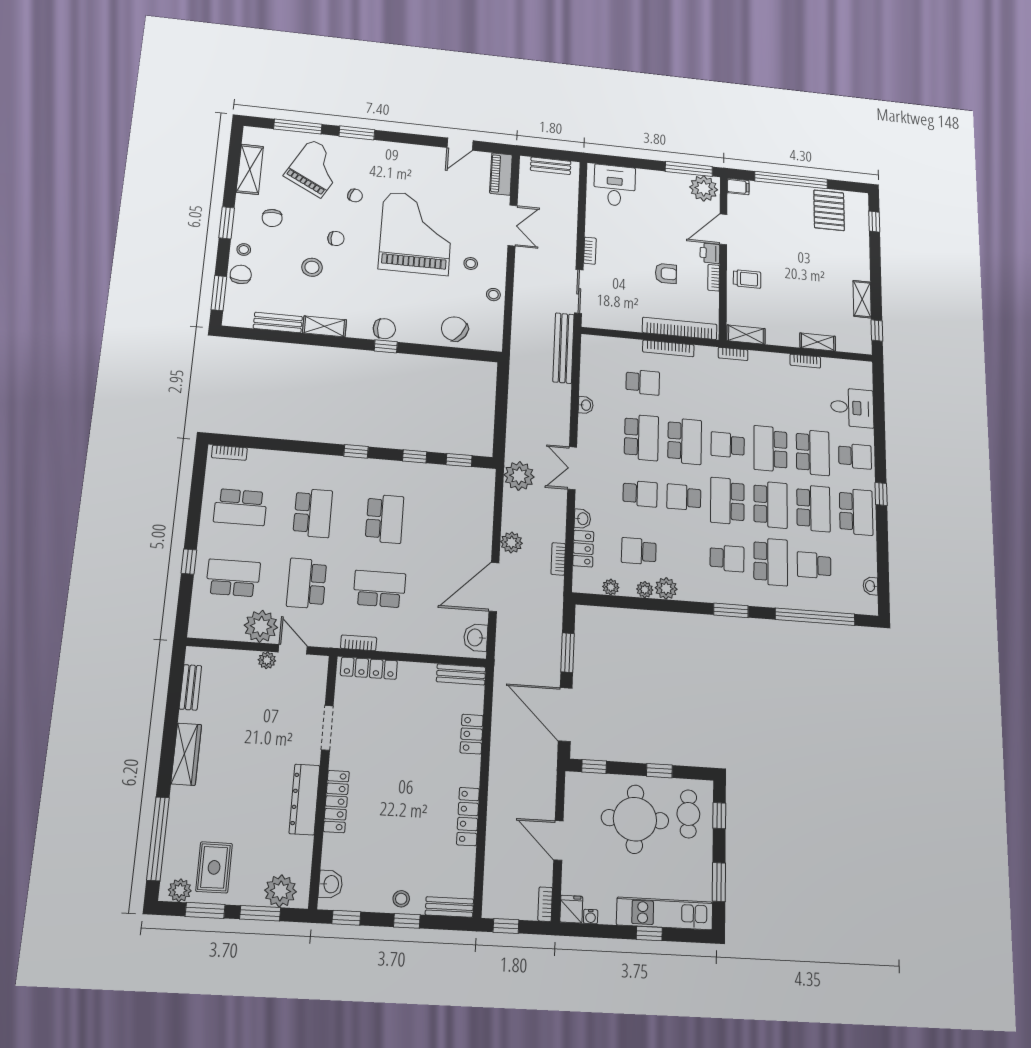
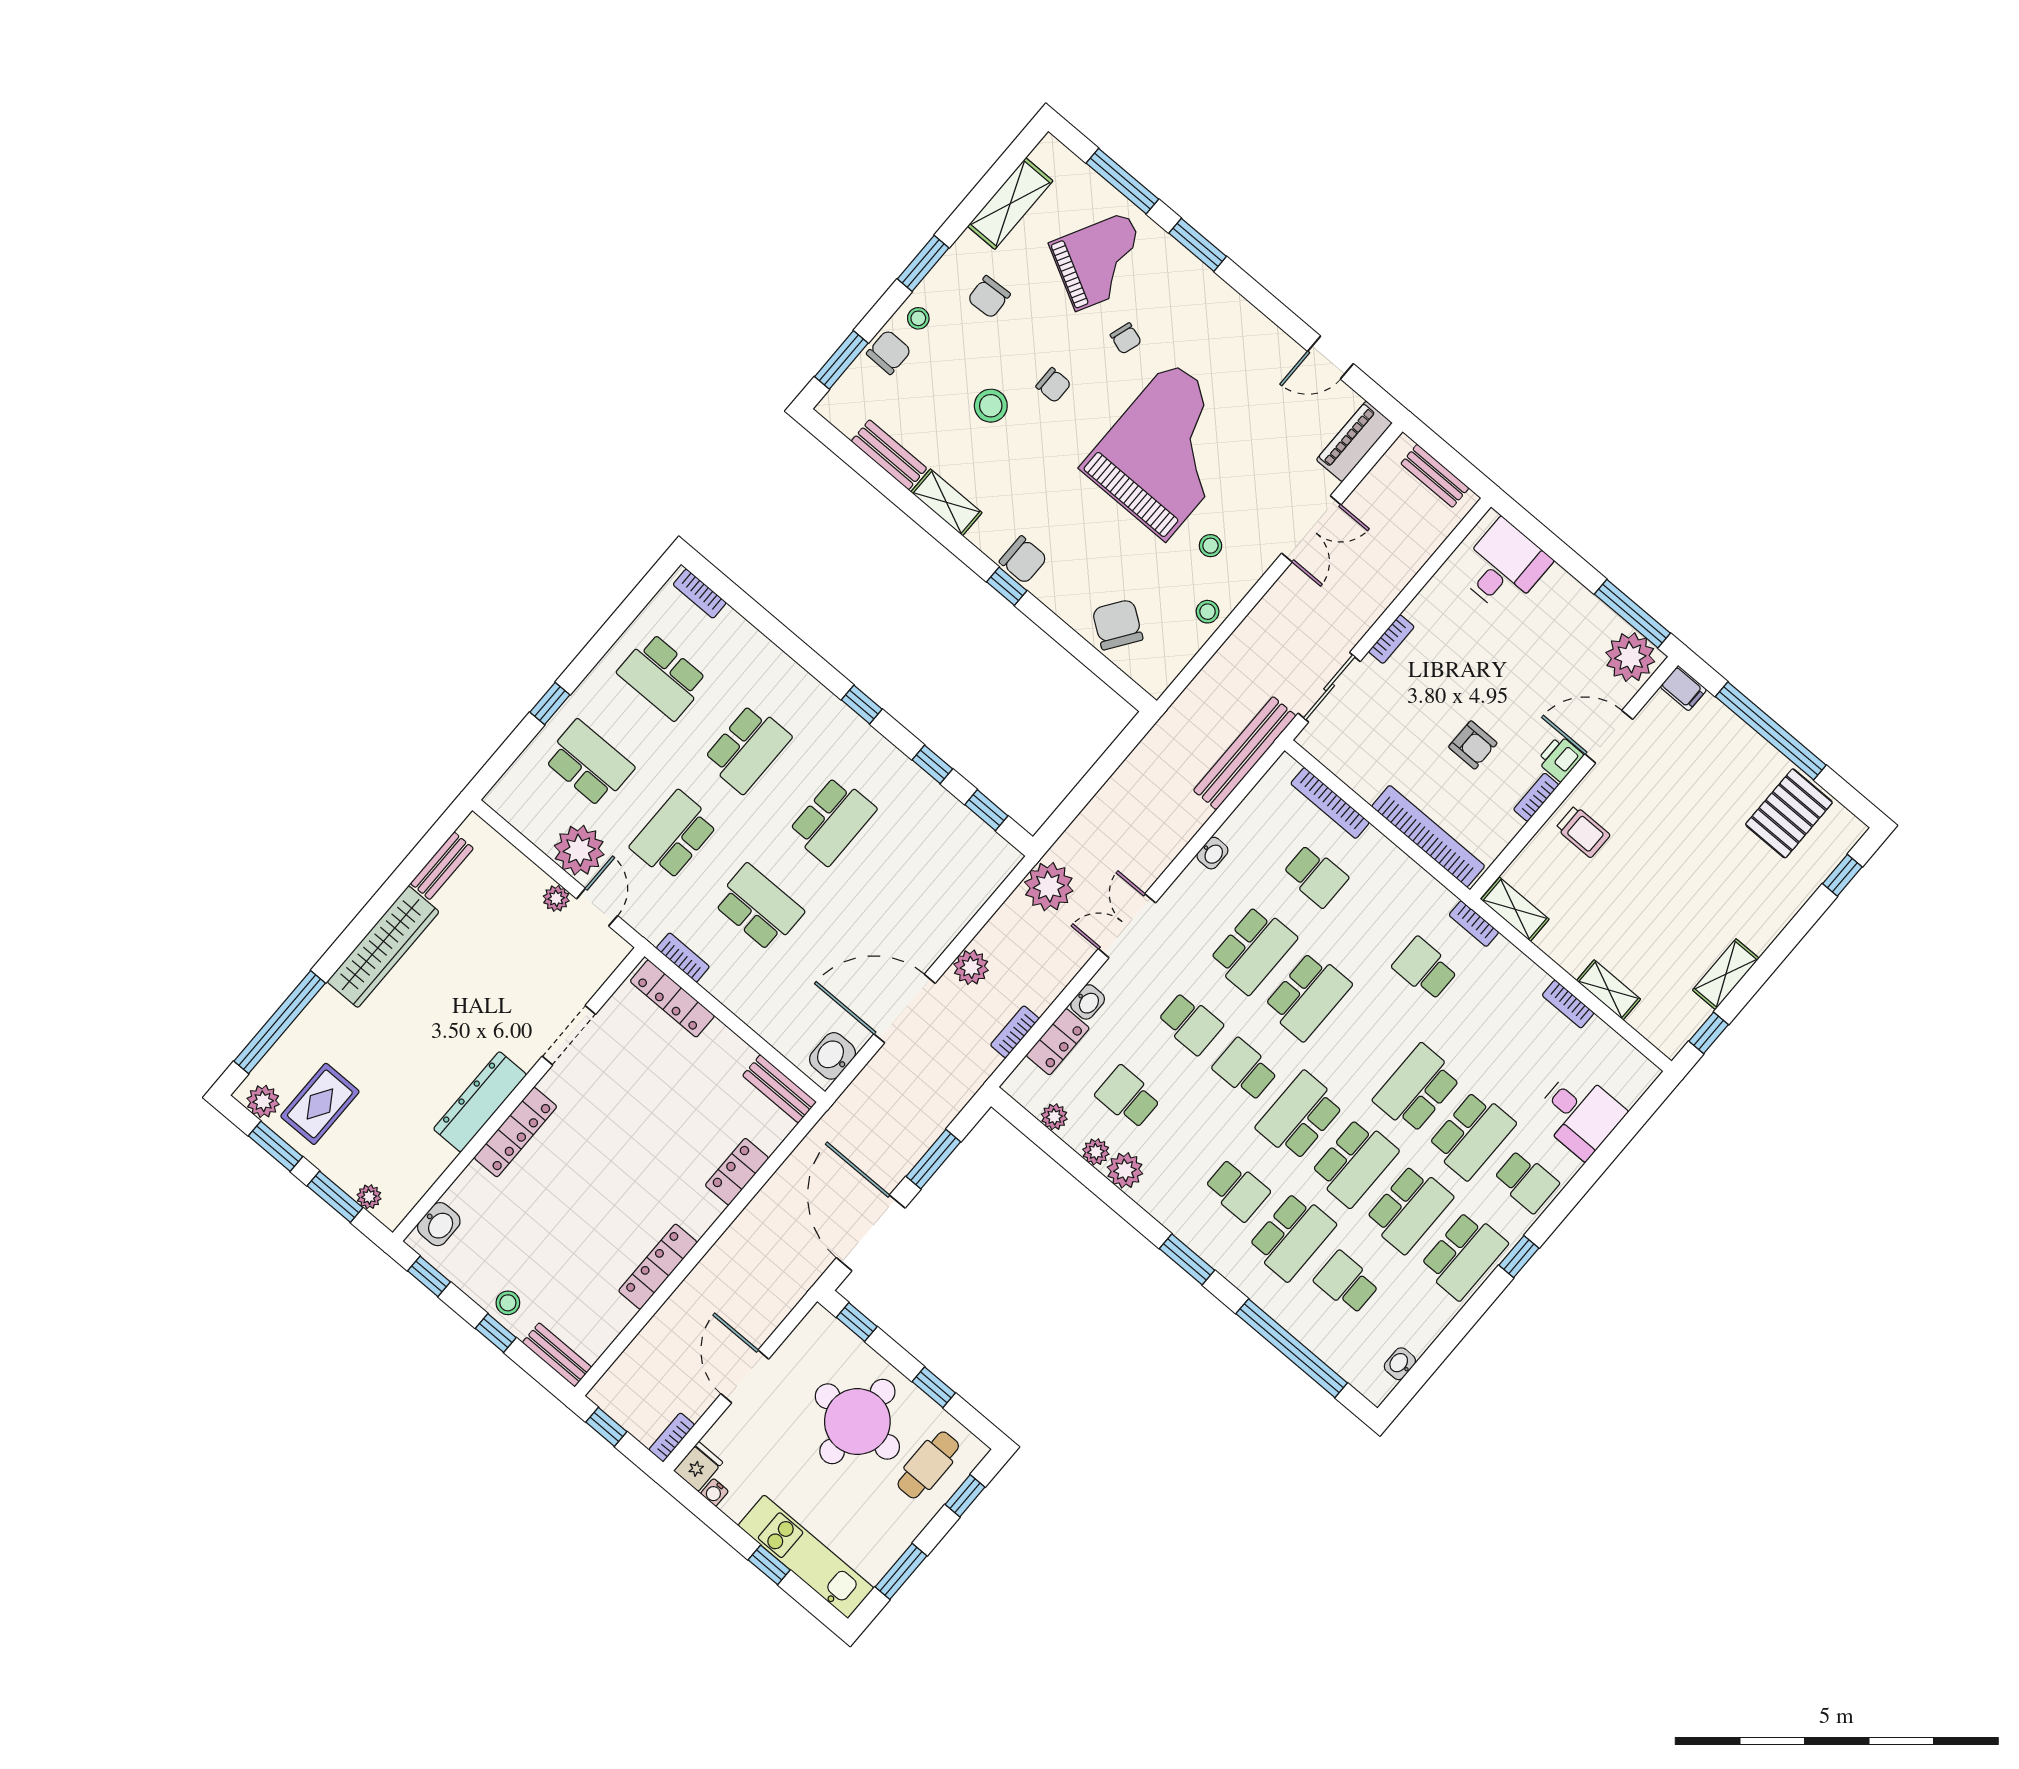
bookcase: (668, 348) -> (1330, 803), moved
school desk: (728, 445) -> (1425, 969), moved
wardrobe: (186, 754) -> (383, 947), width x1.40, depth x1.17
plant: (280, 891) -> (369, 1197), width x0.53, depth x0.53

